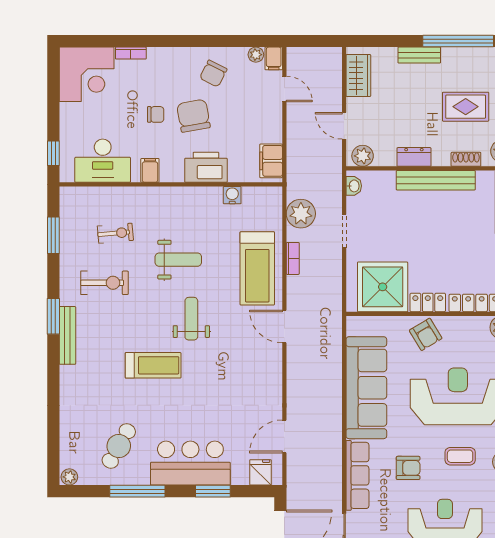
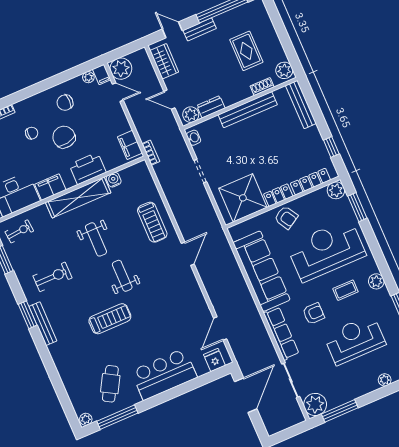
door: (385, 41) -> (172, 30), added
chair: (213, 74) -> (65, 103), turned 63
rug: (466, 107) -> (246, 51), turned 90
chair: (156, 114) -> (32, 133), moved
dresser: (414, 157) -> (211, 107), moved
filing cabinet: (150, 170) -> (50, 187), width x2.00
shelving: (179, 198) -> (78, 197), added
plant: (301, 214) -> (121, 69), moved
exercise bike: (115, 233) -> (19, 231), moved
bookcase: (293, 258) -> (151, 153), moved
weight bench: (178, 260) -> (96, 239), turned 90
treadmill: (257, 268) -> (152, 222), width x0.73, depth x0.73
door: (284, 327) -> (188, 254), swing flipped
window: (137, 491) -> (117, 417), moved
window: (213, 491) -> (188, 387), removed

